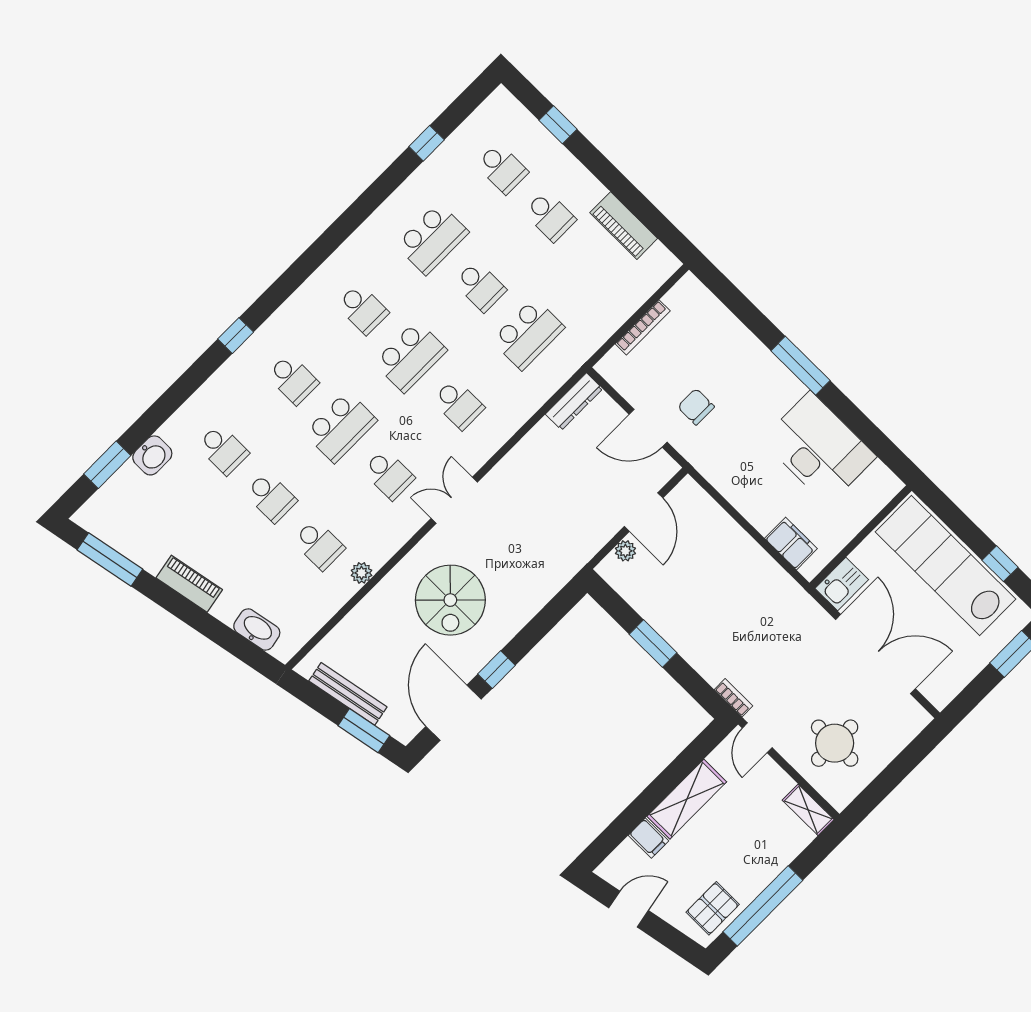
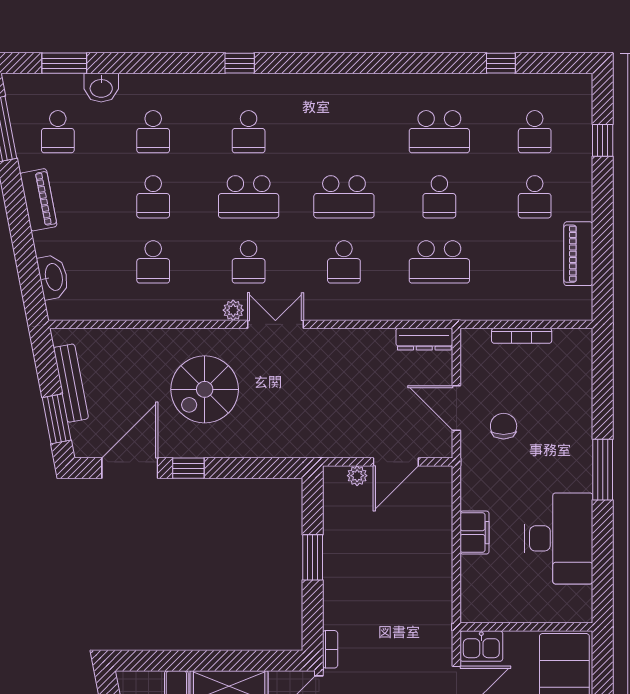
school desk: (362, 309) -> (58, 132), moved
filing cabinet: (791, 544) -> (474, 533), moved
plant: (362, 573) -> (233, 310), moved

